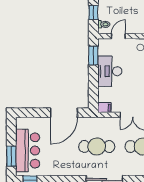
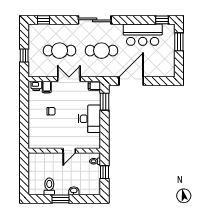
door: (118, 36) -> (69, 151), moved
window: (93, 55) -> (105, 102), moved
bar counter: (28, 150) -> (143, 35), moved, turned -90

